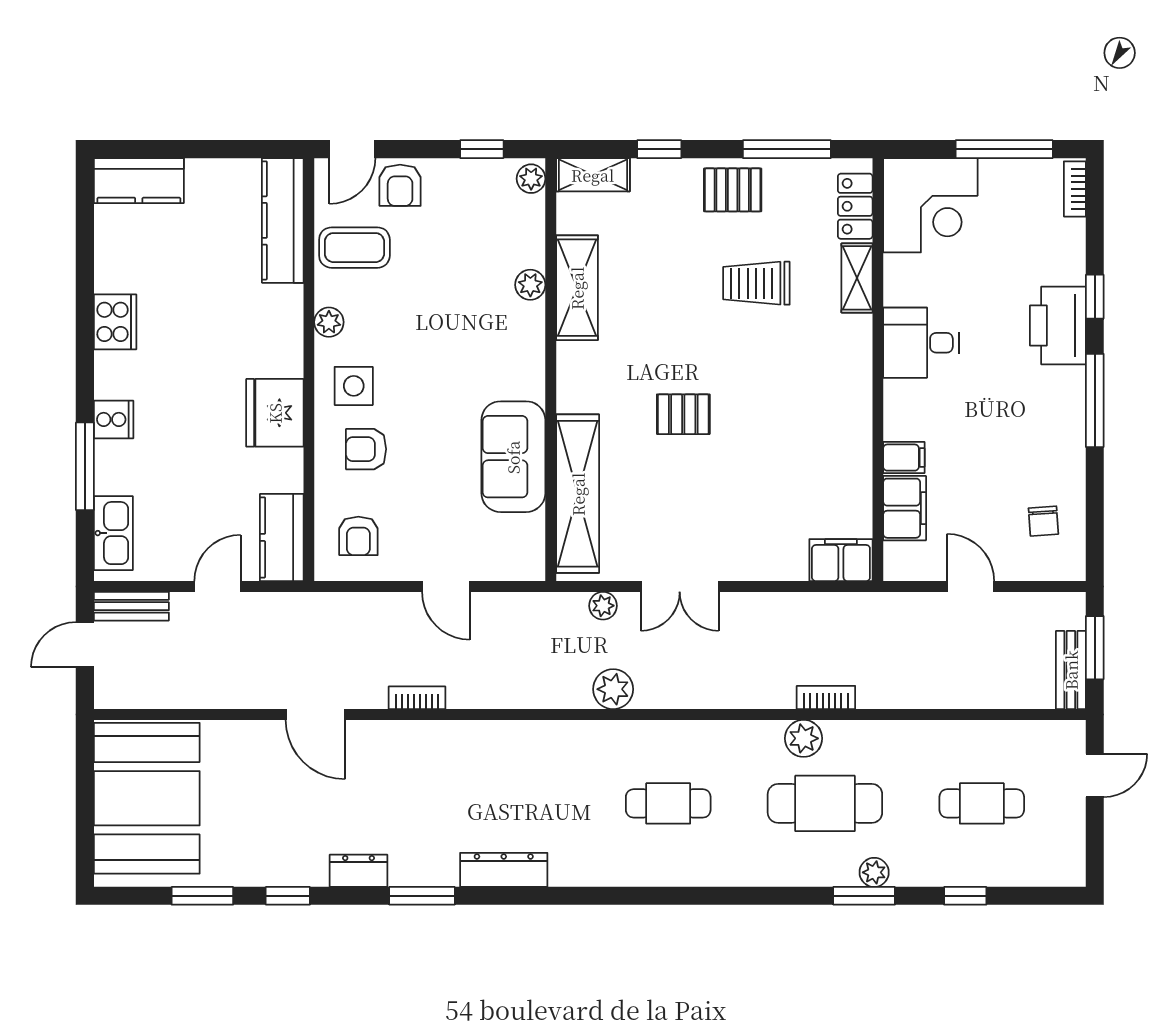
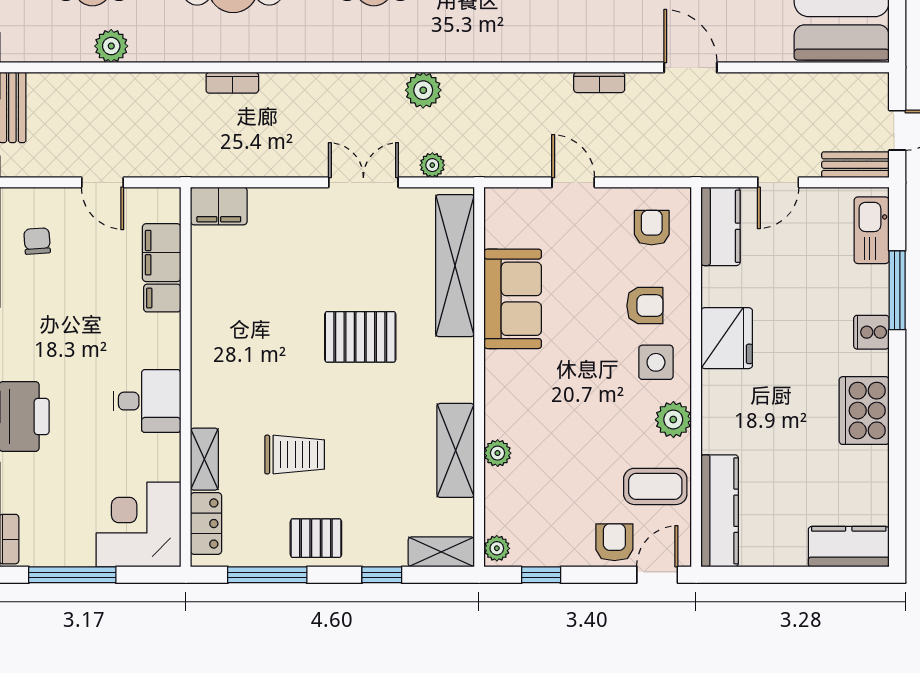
cooker: (115, 322) -> (864, 411), width x1.37, depth x1.31
plant: (329, 322) -> (673, 420), width x1.38, depth x1.38
pallet: (683, 414) -> (360, 337), width x1.50, depth x1.42
plant: (804, 738) -> (111, 46), moved

